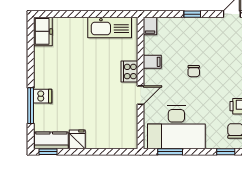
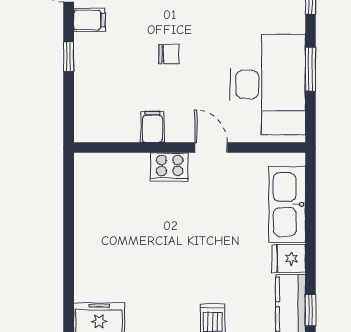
filing cabinet: (150, 26) -> (89, 20), moved
kitchen sink: (110, 27) -> (287, 204), moved, turned 180
window: (170, 152) -> (311, 69), moved

